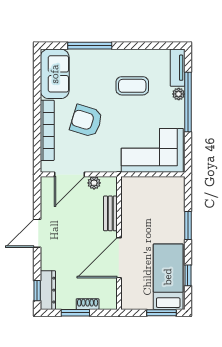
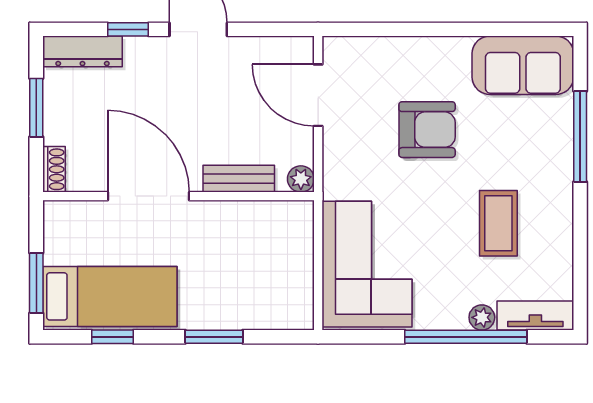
armchair: (86, 121) -> (427, 130), turned 73
bookcase: (47, 130) -> (408, 50), removed
plant: (94, 183) -> (301, 179), moved
window: (37, 291) -> (128, 29), moved
shoe rack: (88, 304) -> (54, 169), moved

